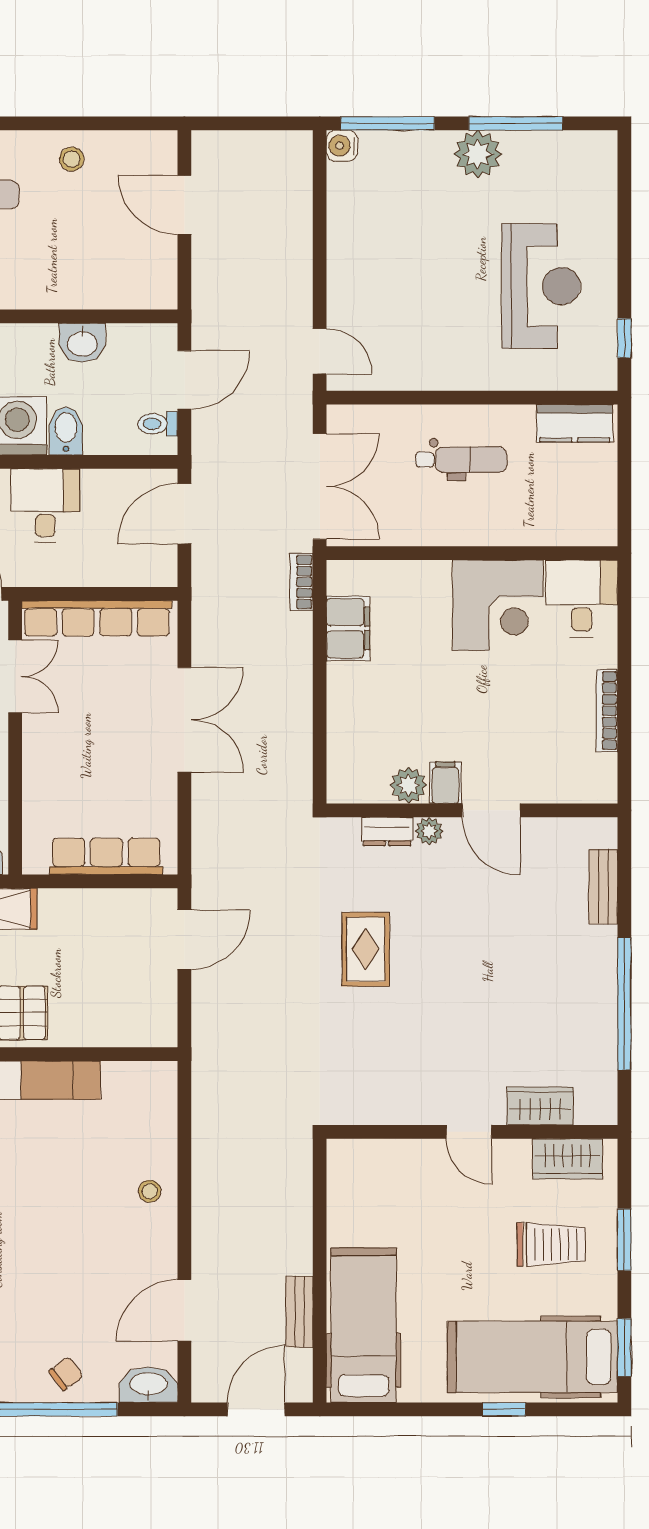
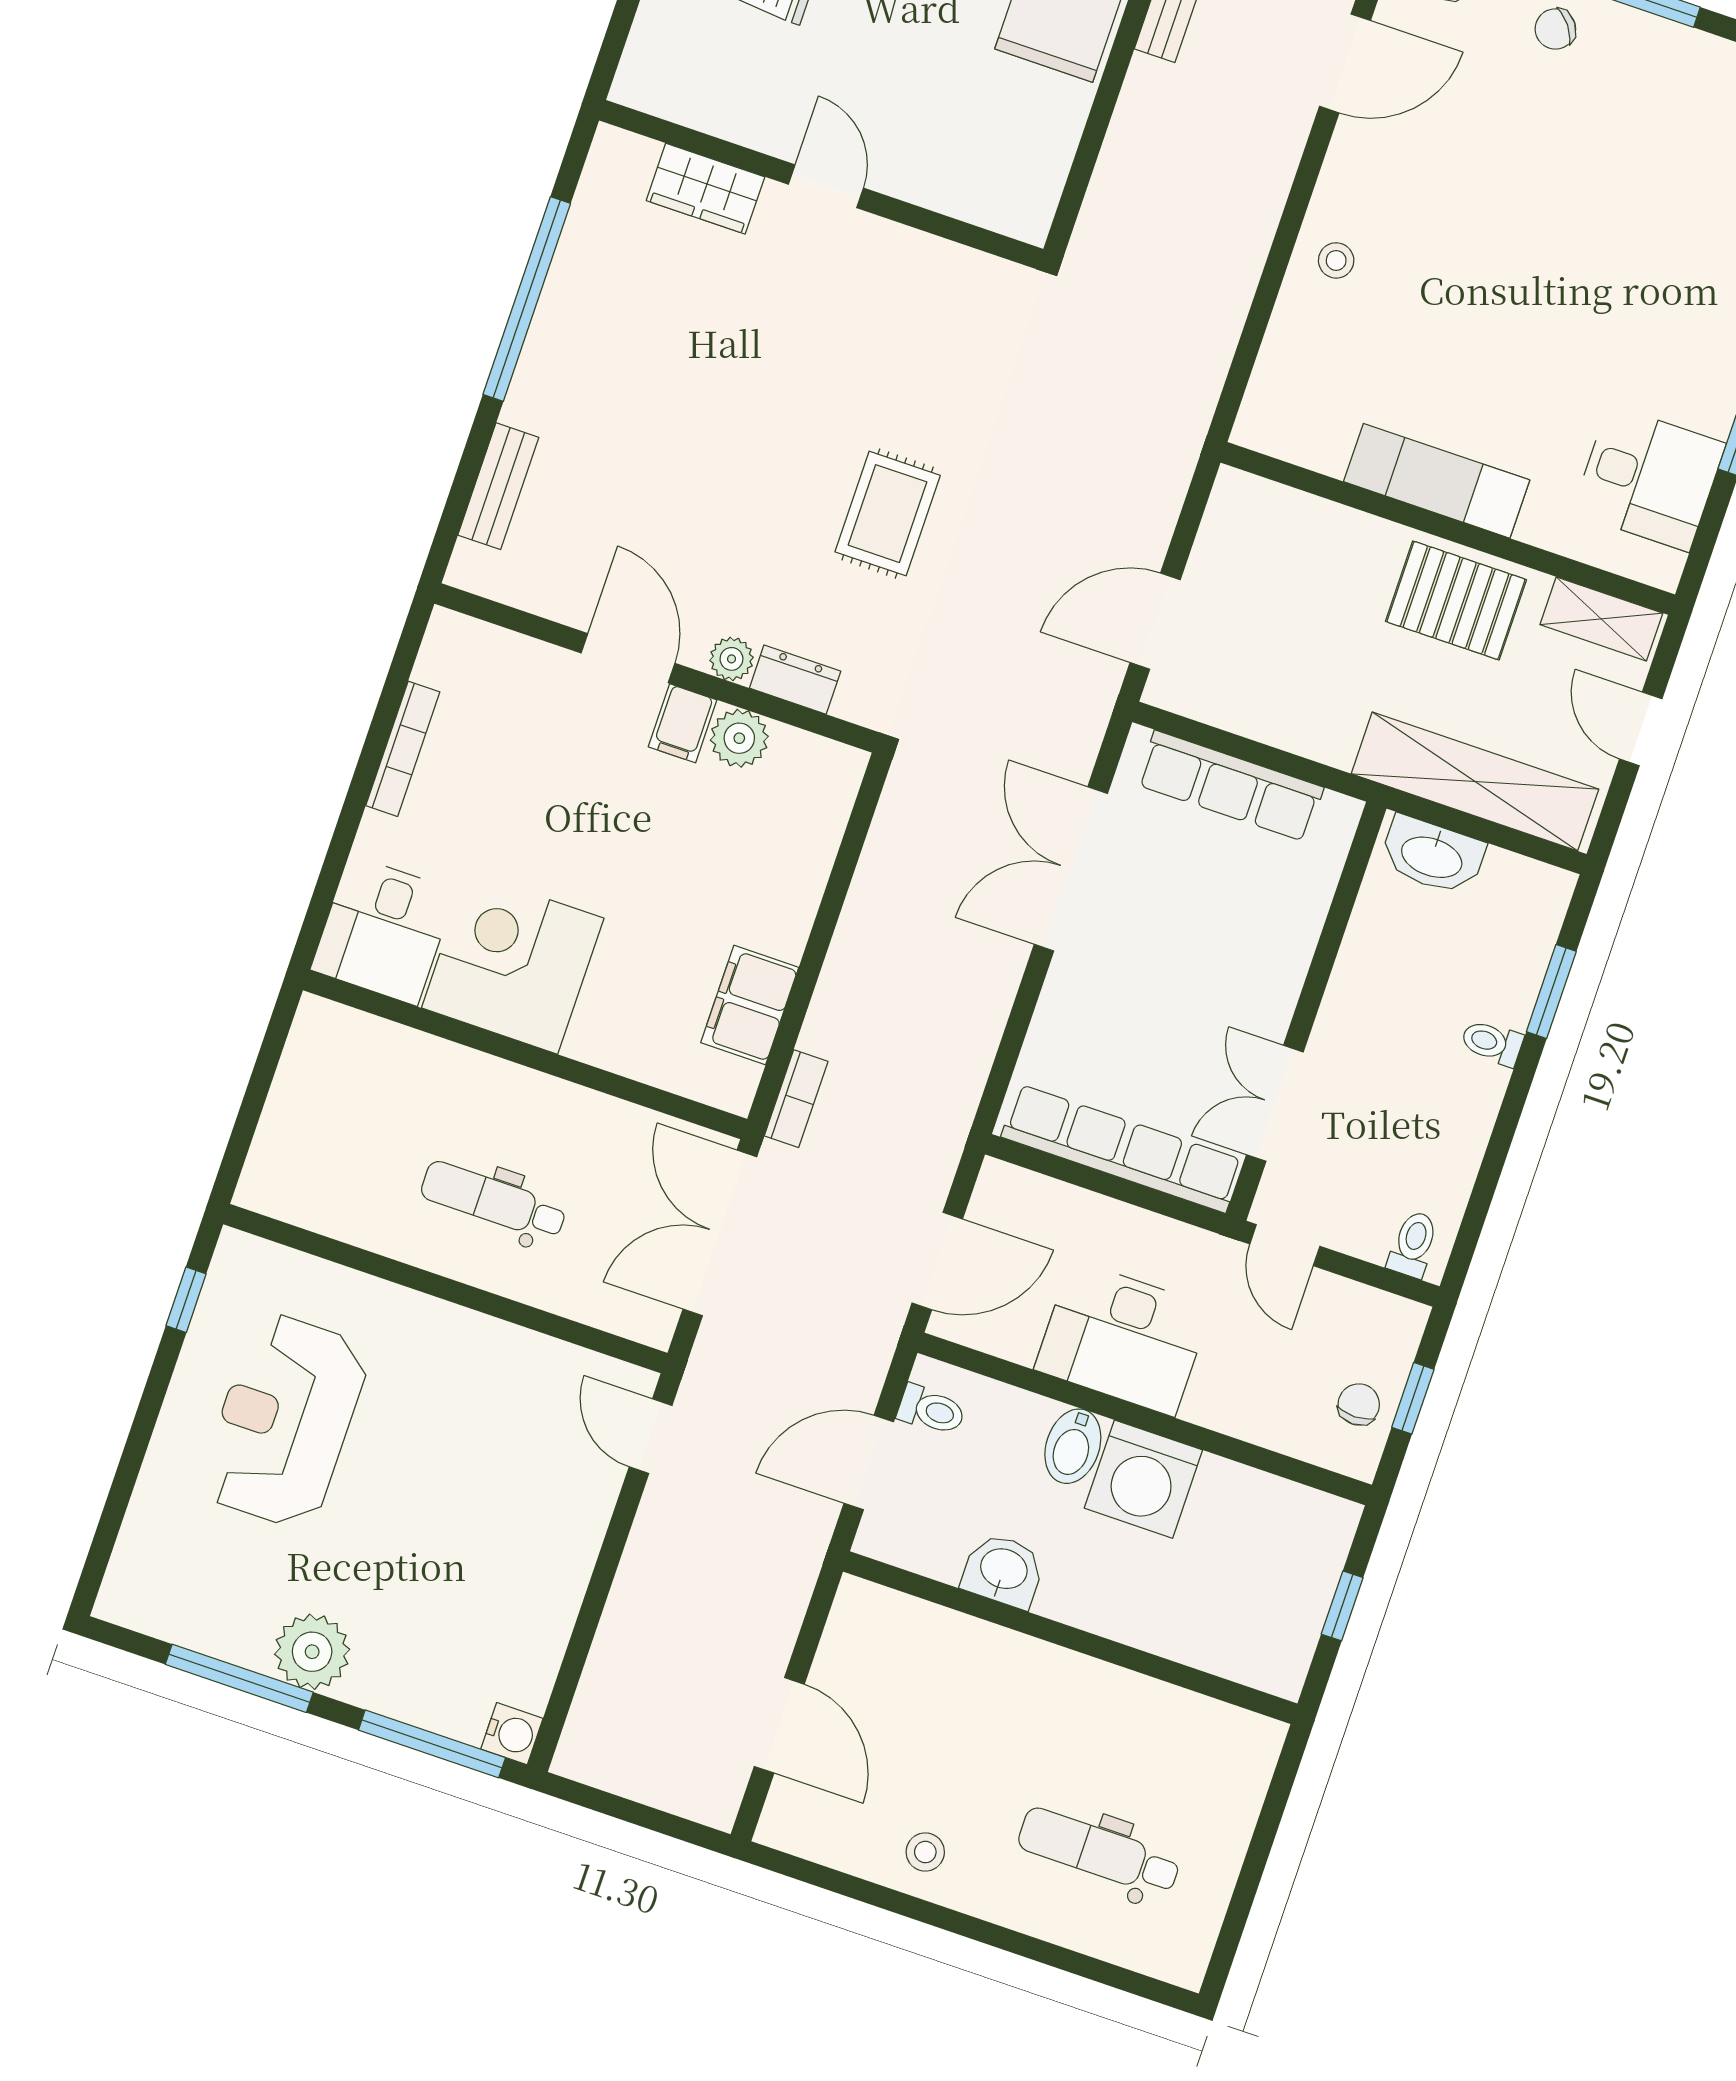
kitchen counter: (575, 423) -> (304, 1197), removed
desk: (45, 506) -> (1123, 1338), width x1.37
double door: (184, 720) -> (1071, 869), moved
wardrobe: (567, 1159) -> (692, 95), removed

